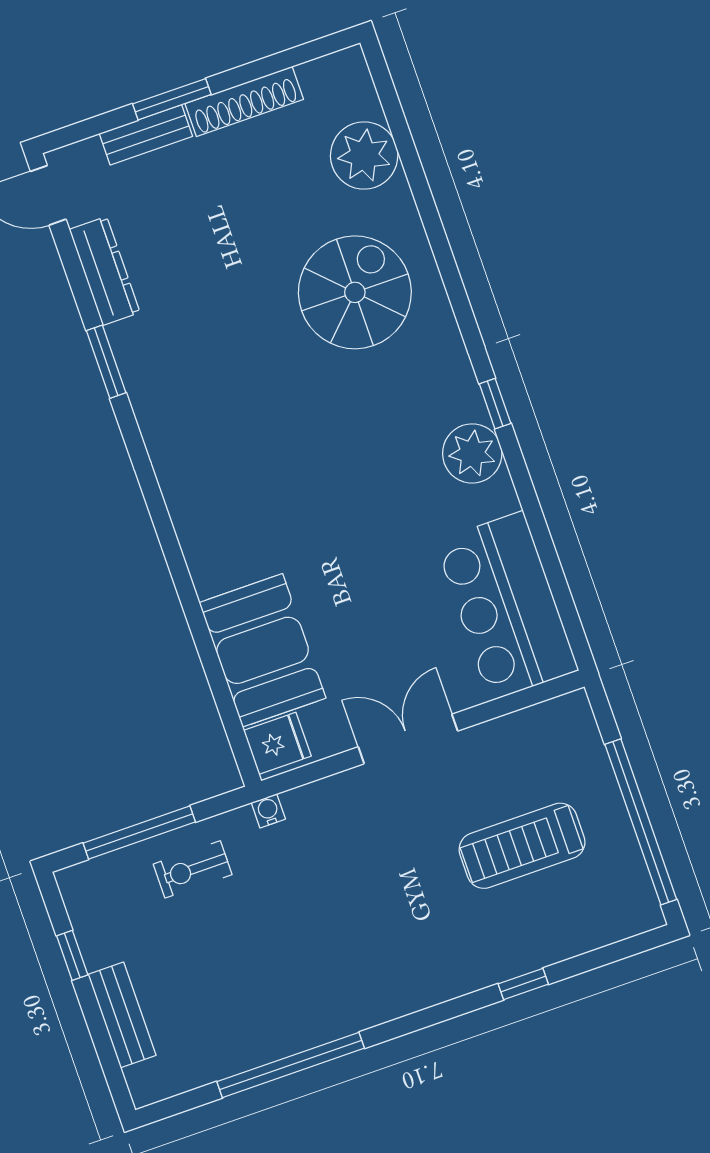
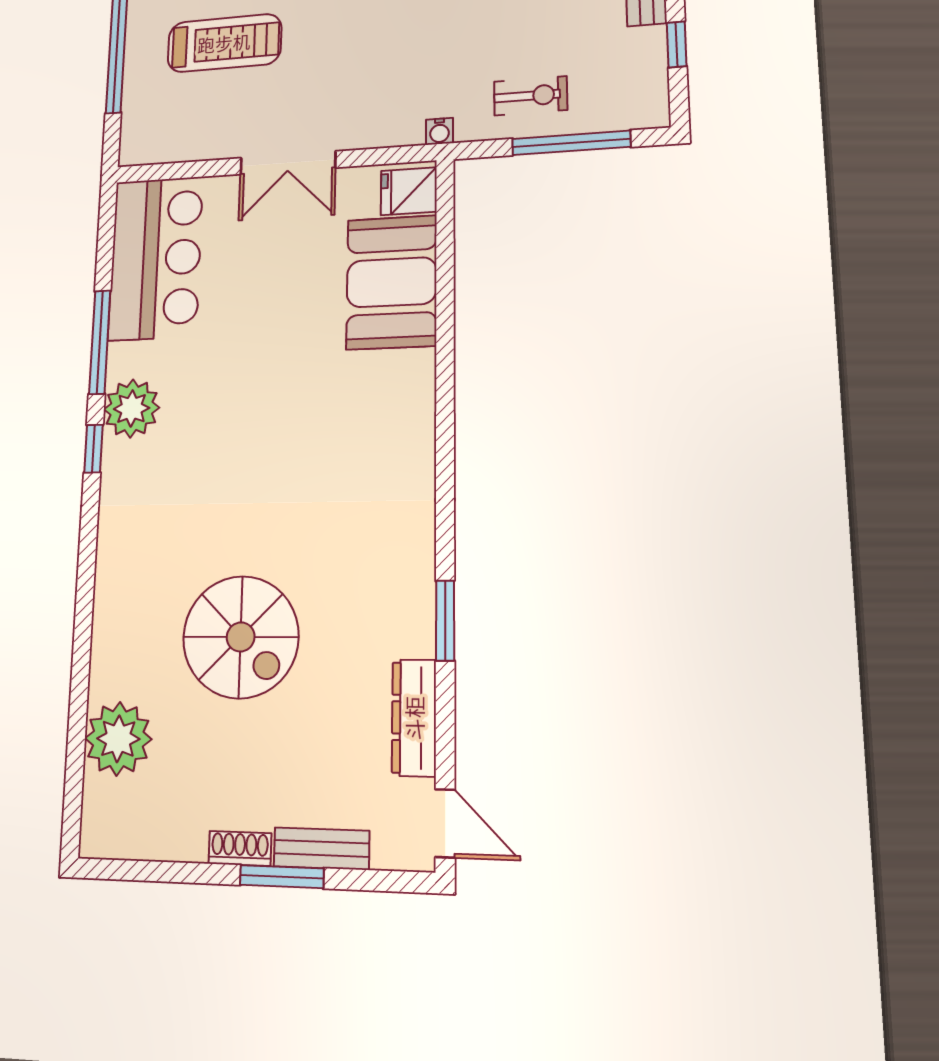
shoe rack: (244, 101) -> (240, 848), width x0.51, depth x0.81
spiral stairs: (355, 292) -> (241, 637), moved, turned -90
window: (531, 507) -> (100, 342), added

